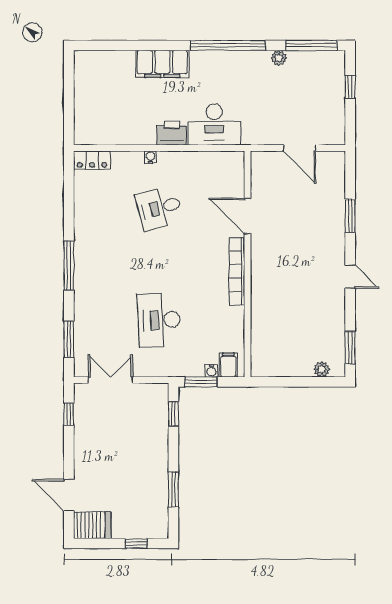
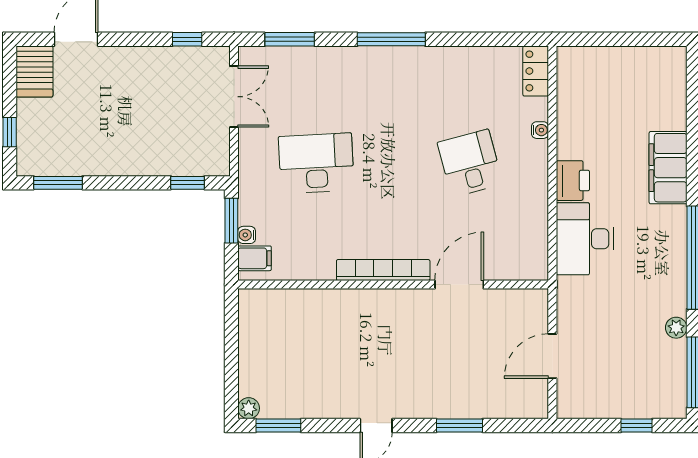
water cooler: (150, 157) -> (540, 130), moved
plant: (322, 369) -> (249, 408), moved
window: (173, 490) -> (58, 183), moved

